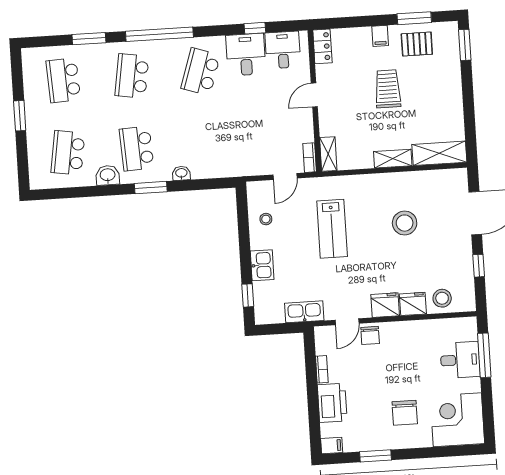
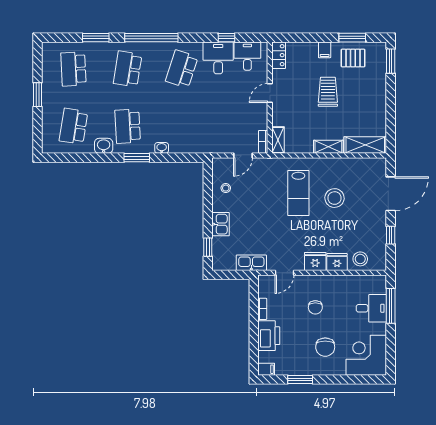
lab bench: (332, 229) -> (298, 193), moved
chair: (370, 335) -> (315, 307), moved

